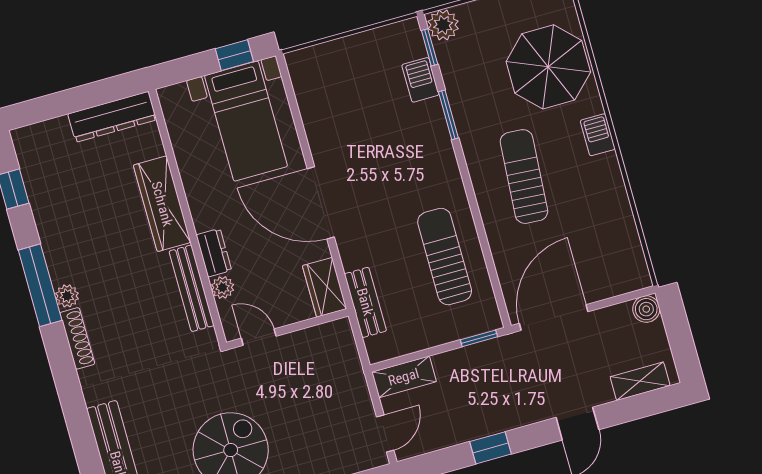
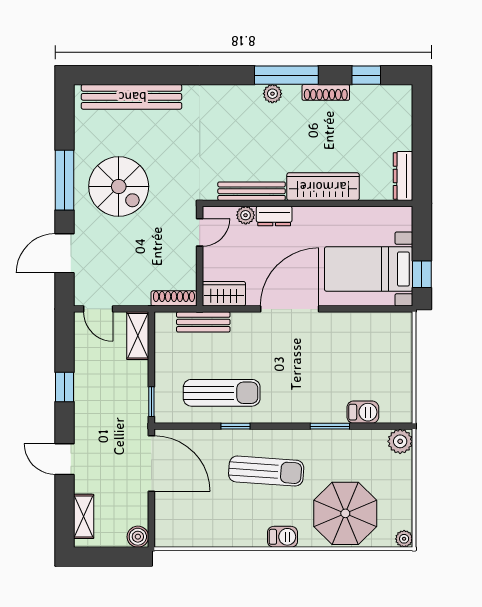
window: (430, 47) -> (236, 426), moved
dresser: (112, 117) -> (403, 176), width x0.73, depth x0.80
shoe rack: (77, 338) -> (326, 92), moved
shoe rack: (347, 346) -> (174, 298), added

